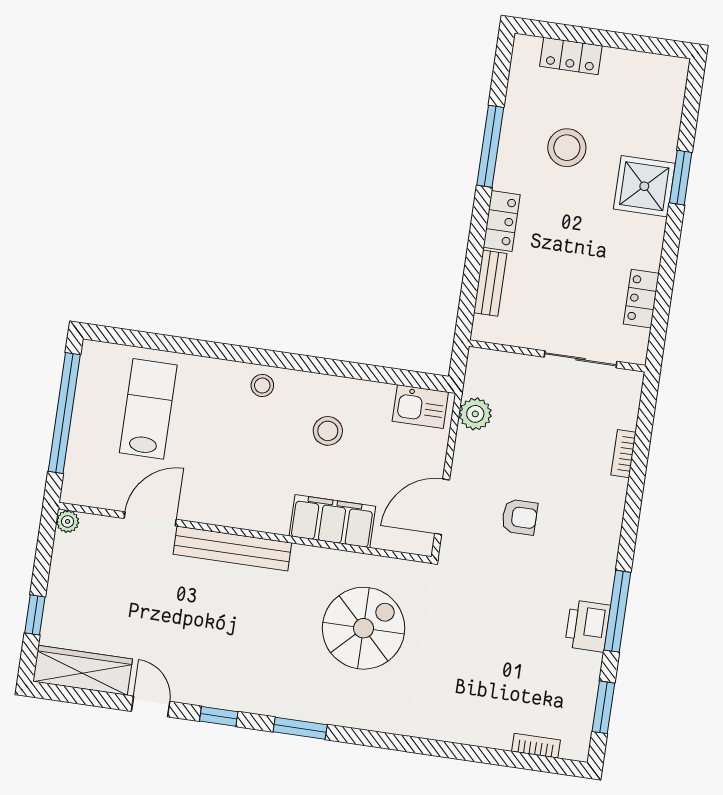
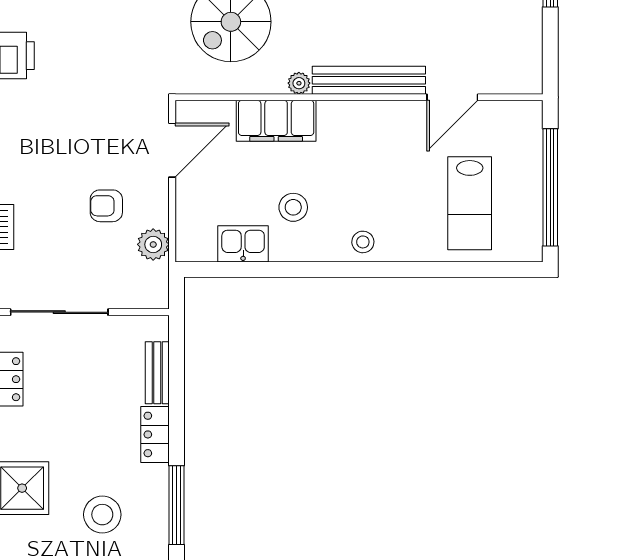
sliding door: (581, 359) -> (59, 312), width x1.37
kitchen sink: (420, 407) -> (243, 244), moved
armchair: (520, 517) -> (106, 206), moved
plant: (68, 521) -> (299, 83), moved

